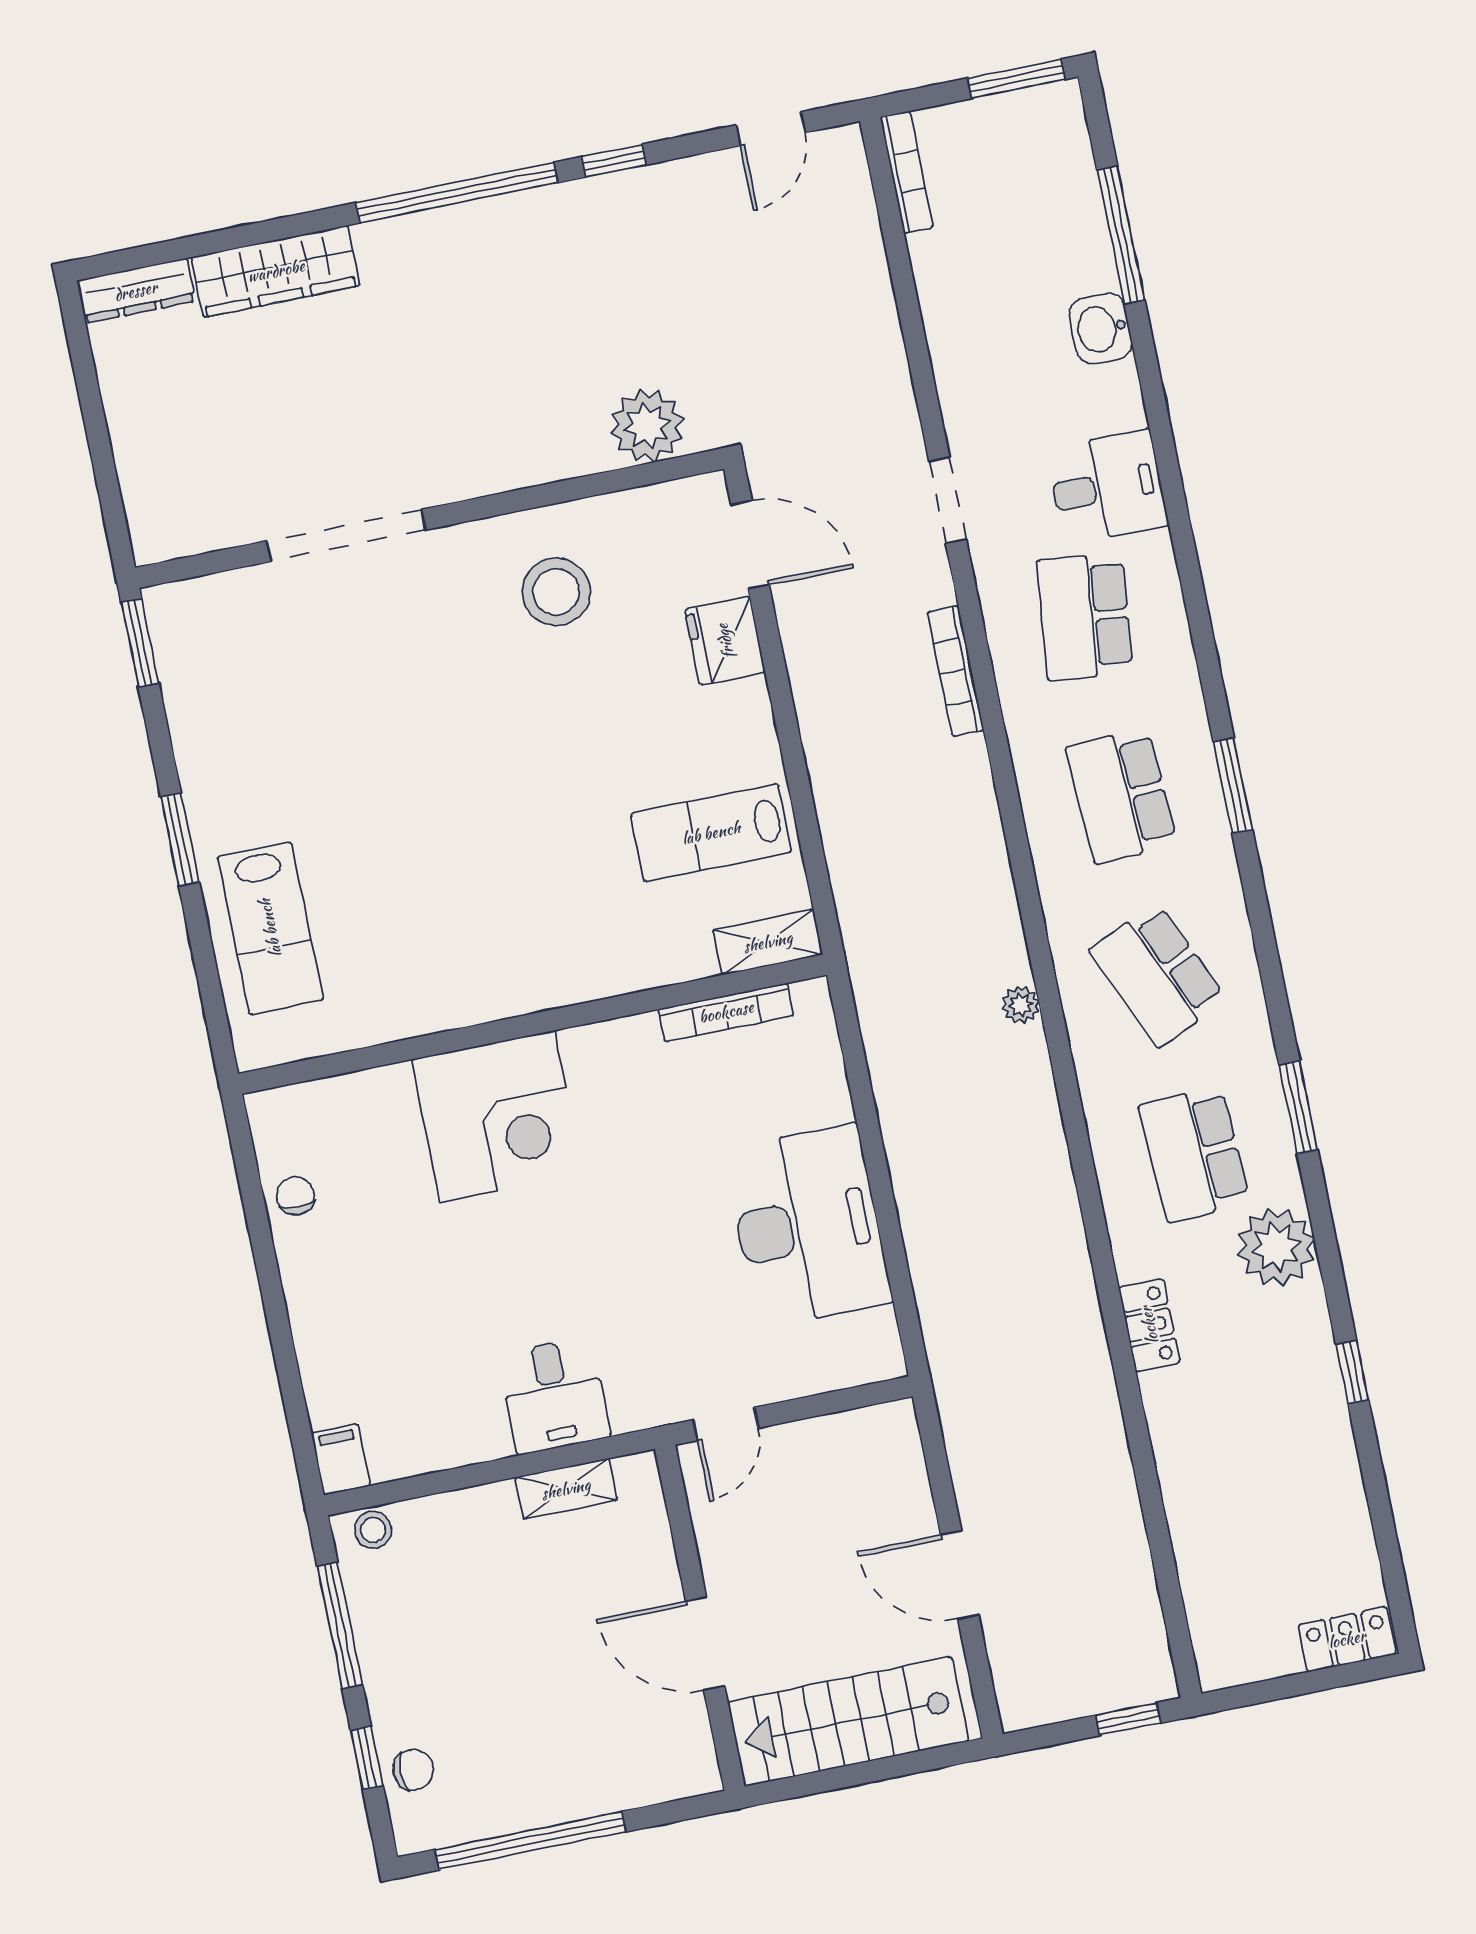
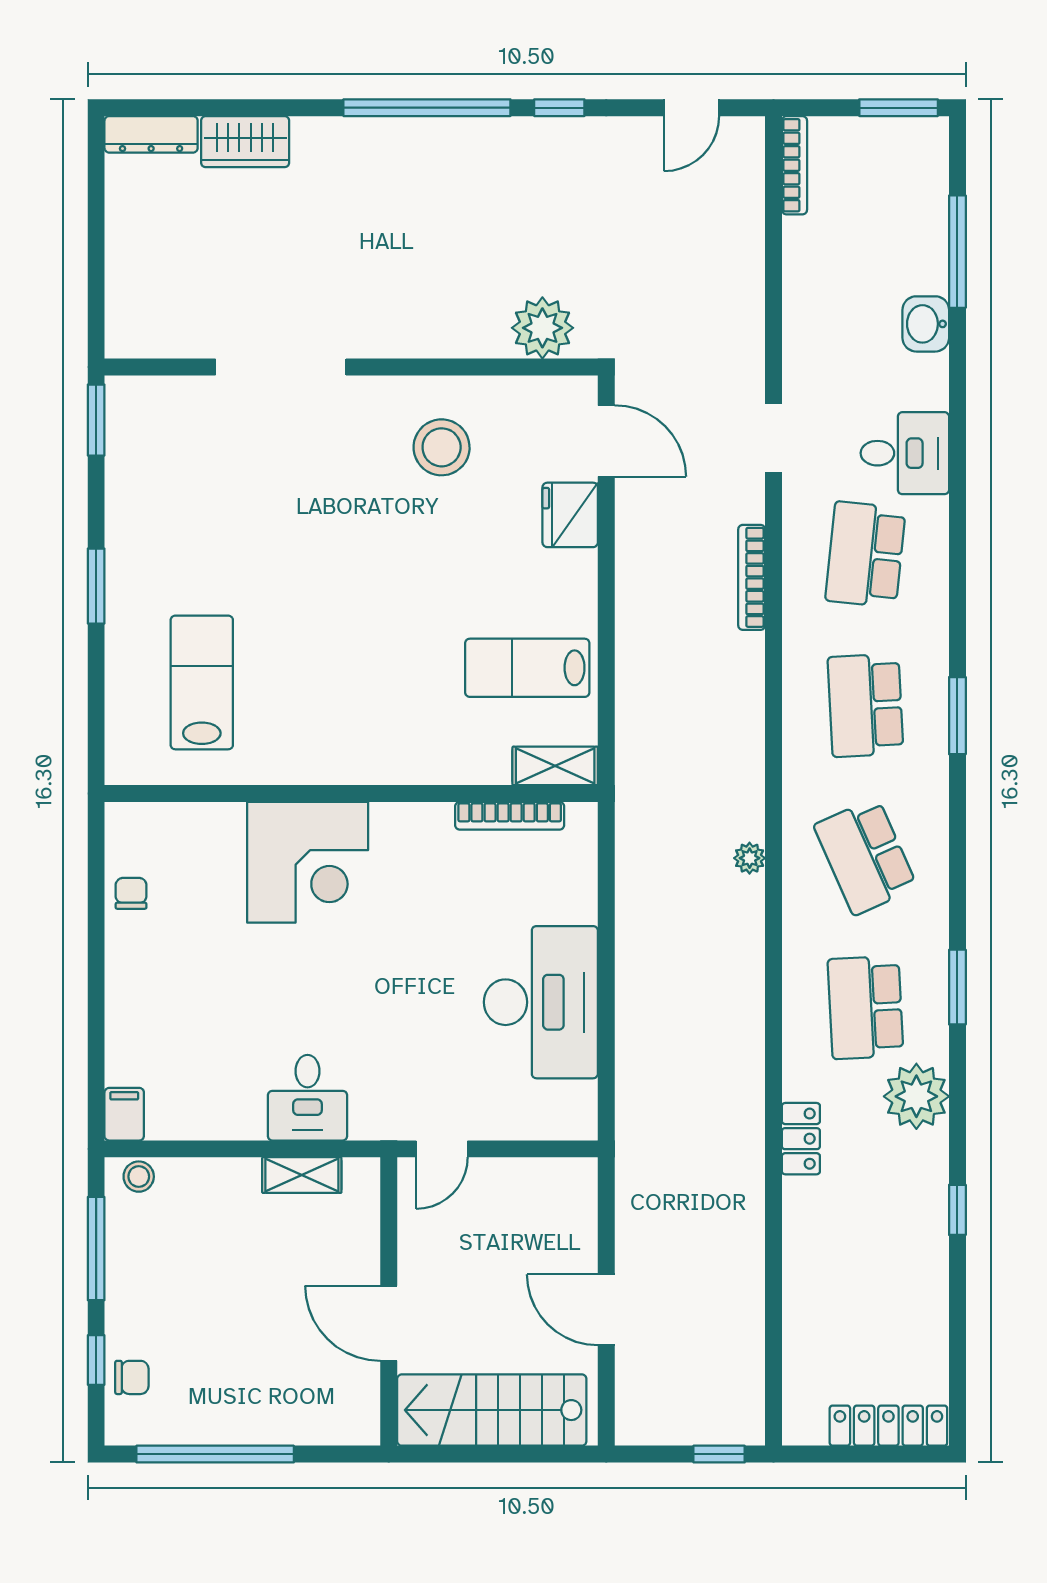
wardrobe: (276, 271) -> (245, 142), width x0.67
lab bench: (270, 928) -> (202, 682), moved, turned 180
locker: (1347, 1639) -> (888, 1426), width x1.53

